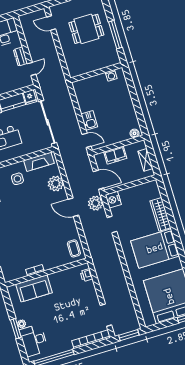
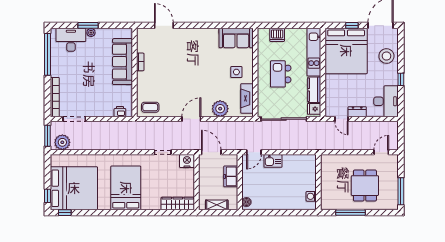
door: (98, 180) -> (211, 152), swing flipped
plant: (96, 203) -> (62, 142), moved
wardrobe: (160, 214) -> (178, 203), moved
sofa: (34, 288) -> (122, 62), width x1.36

